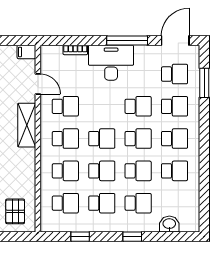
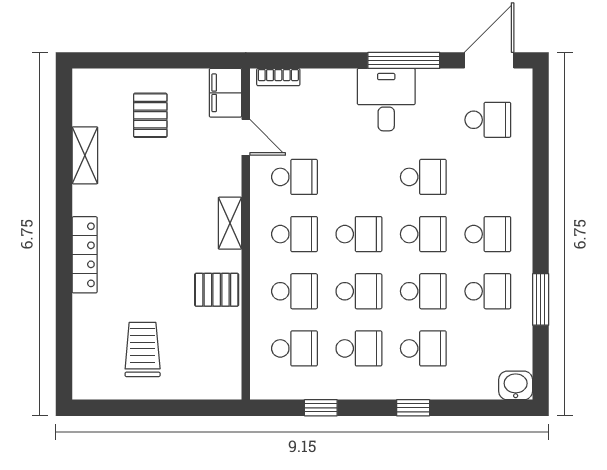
bookcase: (75, 50) -> (278, 77), moved
filing cabinet: (26, 52) -> (225, 93), width x2.00
desk: (111, 63) -> (386, 100), width x0.73
window: (204, 83) -> (541, 299), moved
school desk: (175, 106) -> (488, 177), removed
shelving: (27, 125) -> (230, 223), width x0.67, depth x0.75
pallet: (15, 211) -> (217, 290), moved, turned 90
washbasin: (169, 224) -> (516, 385), moved

